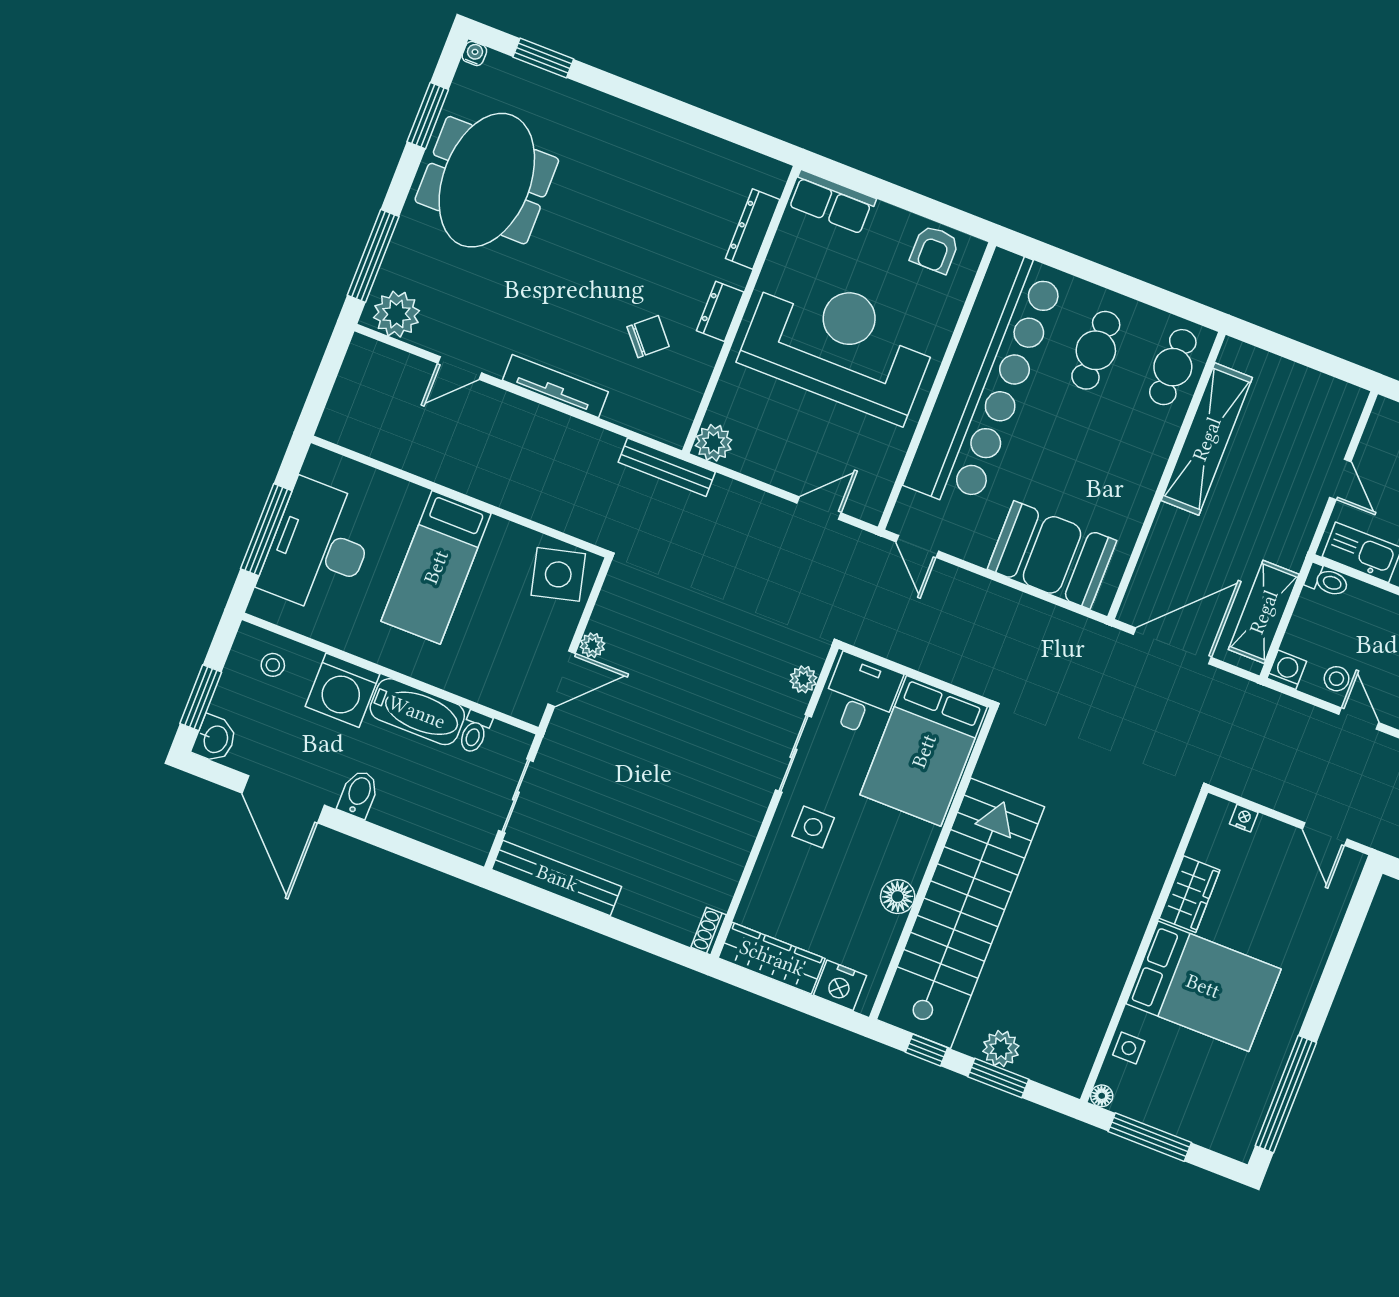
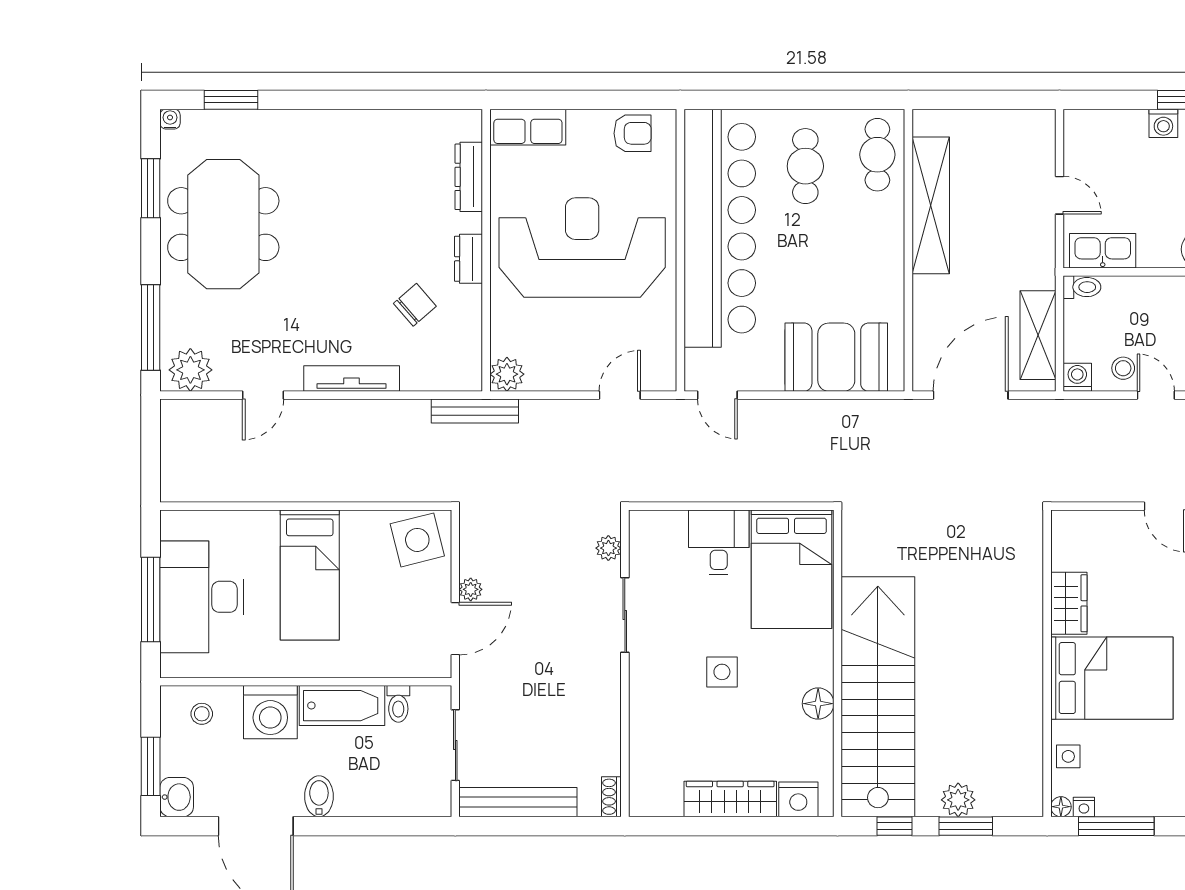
armchair: (935, 249) -> (633, 133), turned -90
plant: (803, 679) -> (608, 548), moved
sliding door: (794, 753) -> (625, 615), moved
wall: (775, 802) -> (625, 663), moved
nightstand: (1244, 818) -> (1084, 807), moved, turned 180
shoe rack: (709, 931) -> (611, 797), moved

